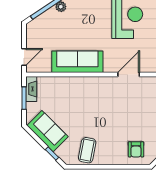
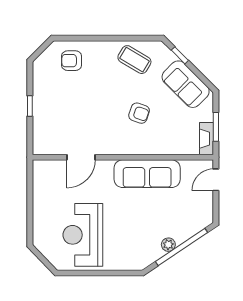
armchair: (84, 109) -> (139, 113), added
armchair: (136, 149) -> (72, 61), turned -90
coffee table: (87, 150) -> (134, 60), turned -70

